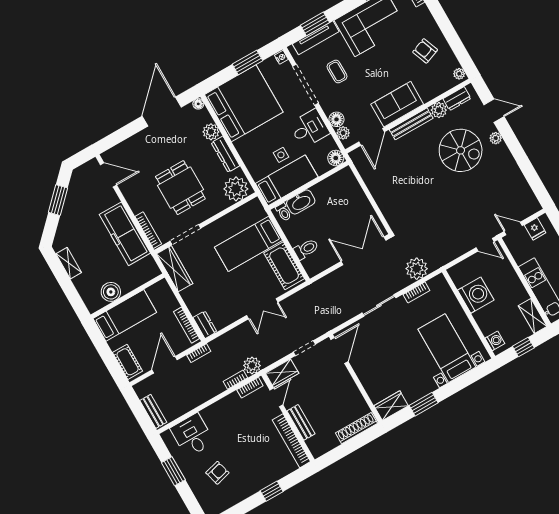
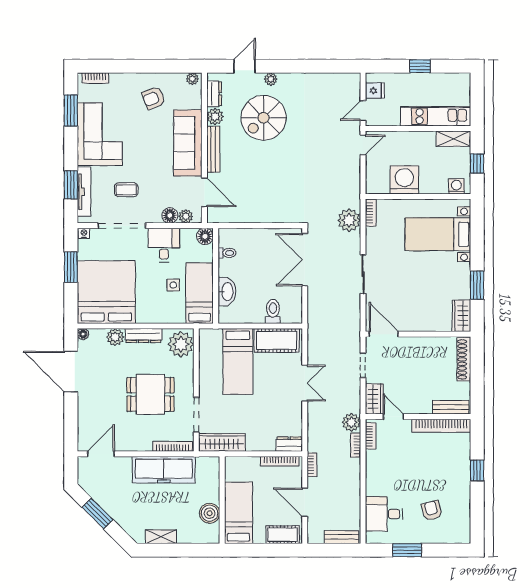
sofa: (397, 104) -> (188, 143), width x1.36
spiral stairs: (461, 150) -> (264, 118), turned 180
toilet: (284, 212) -> (227, 253), moved
bookcase: (416, 292) -> (371, 213), moved
bench: (301, 422) -> (451, 407), moved

